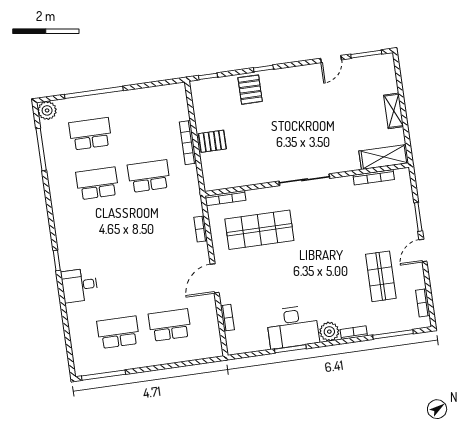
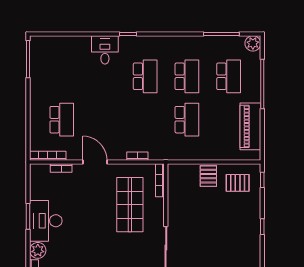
pallet: (250, 90) -> (238, 183), moved
piano: (146, 99) -> (250, 126), added
bookcase: (188, 143) -> (48, 156), moved
school desk: (118, 332) -> (145, 76), moved

